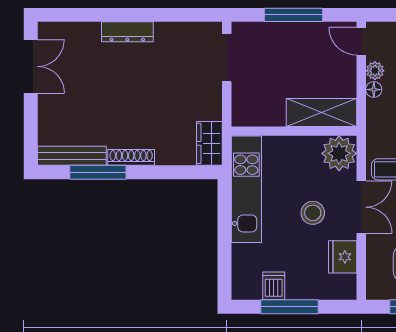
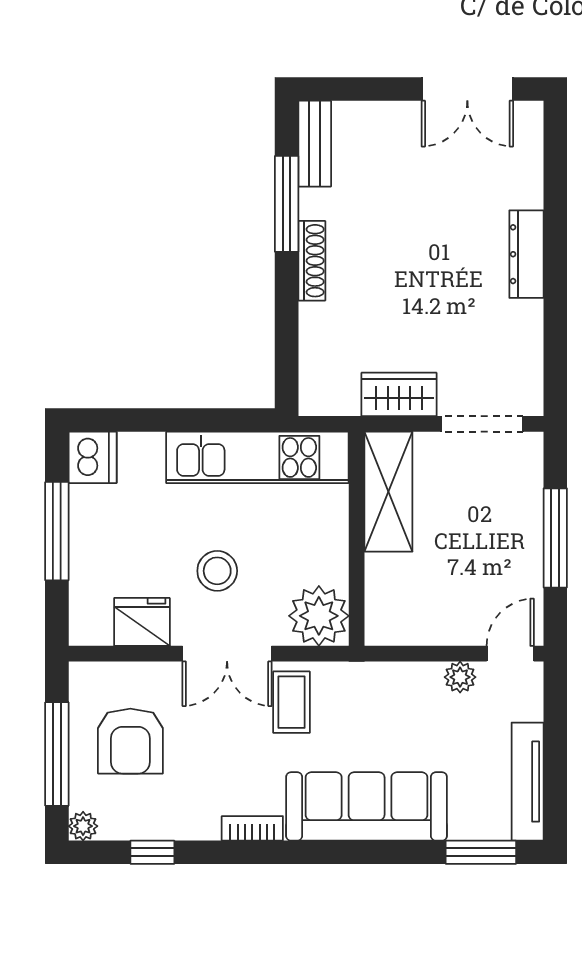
floor lamp: (374, 90) -> (428, 675), removed
shelving: (322, 113) -> (388, 492), moved
wardrobe: (209, 143) -> (399, 394), moved
bench: (72, 156) -> (315, 144), width x0.73
dishwasher: (274, 286) -> (93, 457), moved, width x1.38

